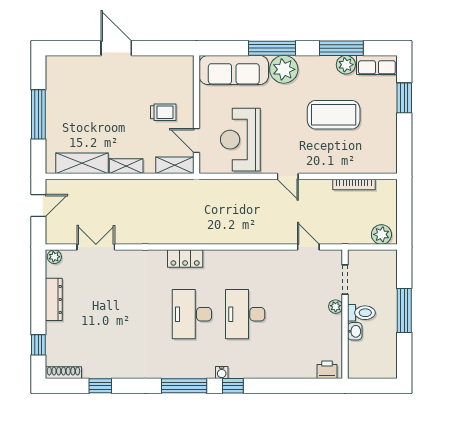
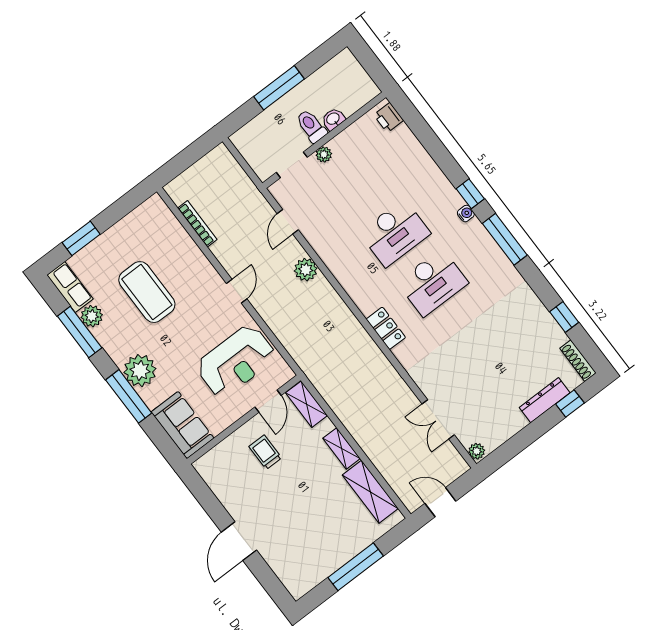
sofa: (234, 70) -> (182, 425), width x0.73
plant: (381, 234) -> (306, 270), moved
dresser: (54, 299) -> (545, 400), moved

